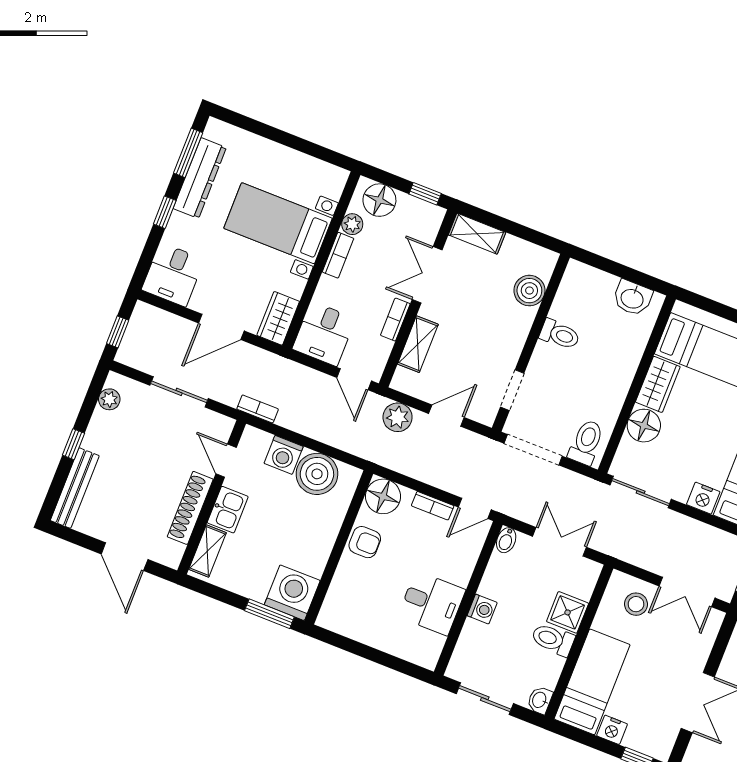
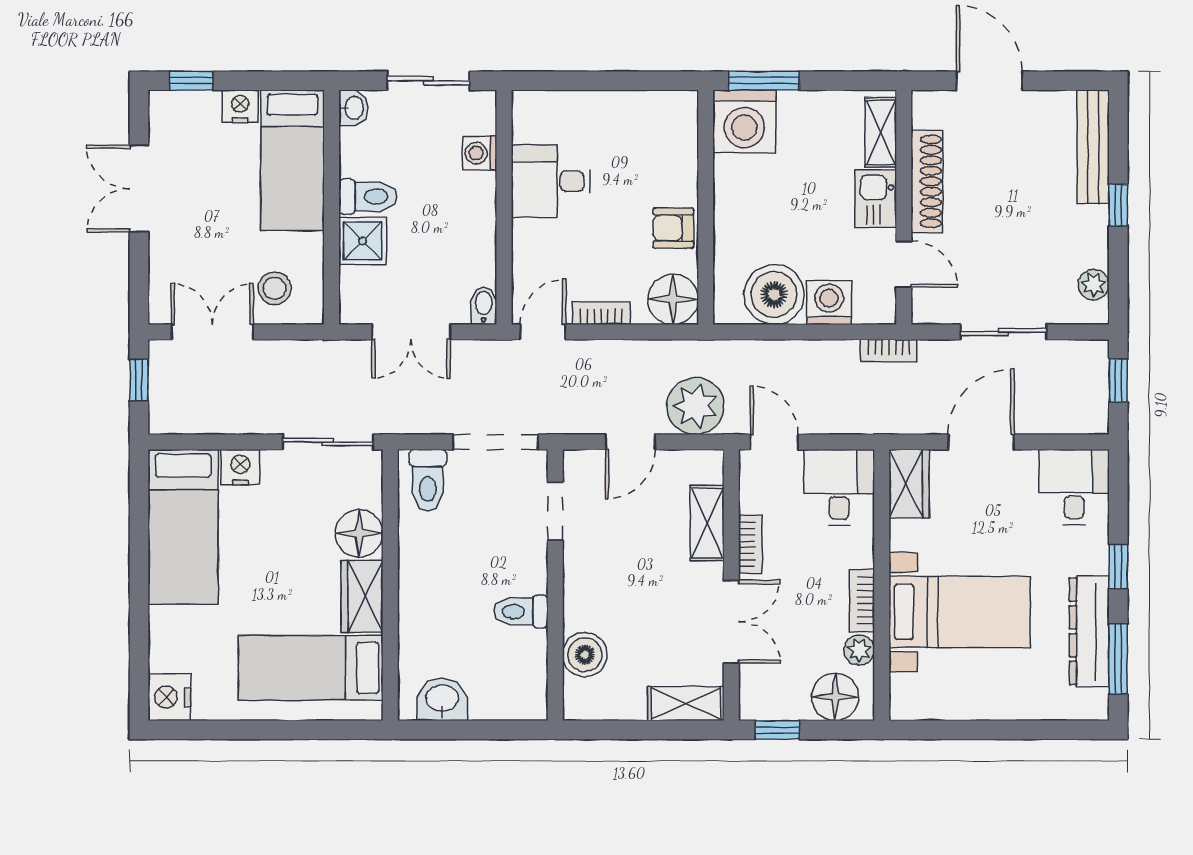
plant: (398, 417) -> (695, 406), width x1.36, depth x1.36
washing machine: (482, 609) -> (480, 153), moved

